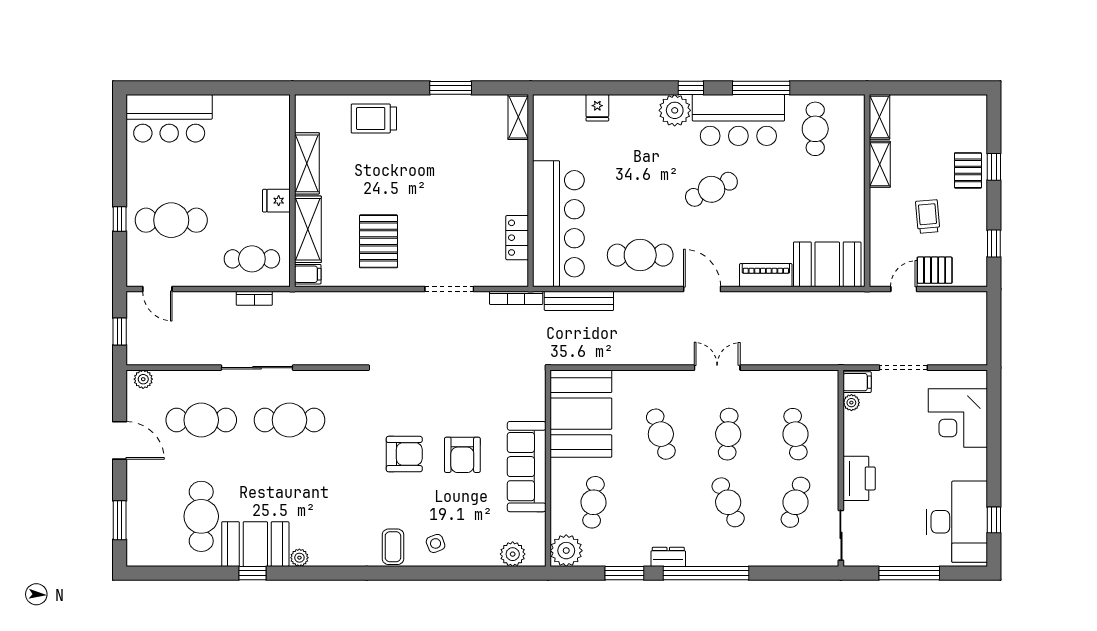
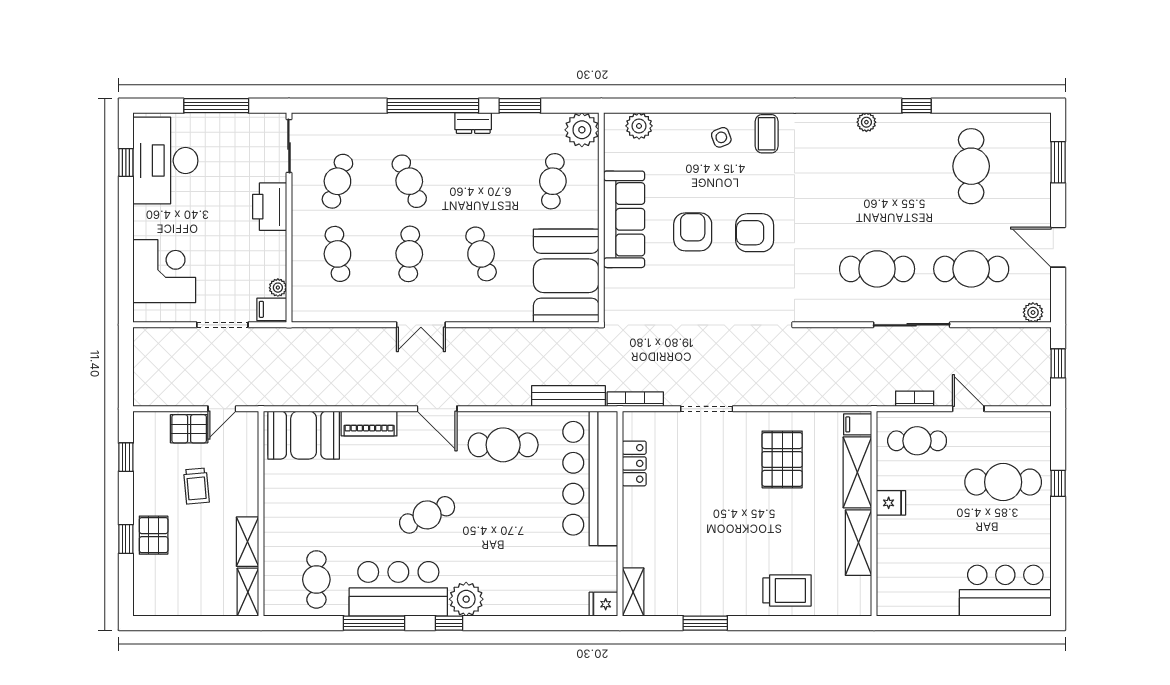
fridge: (597, 108) -> (603, 604), moved, turned -90
door: (157, 289) -> (968, 409), moved
booth: (255, 544) -> (913, 137), removed

